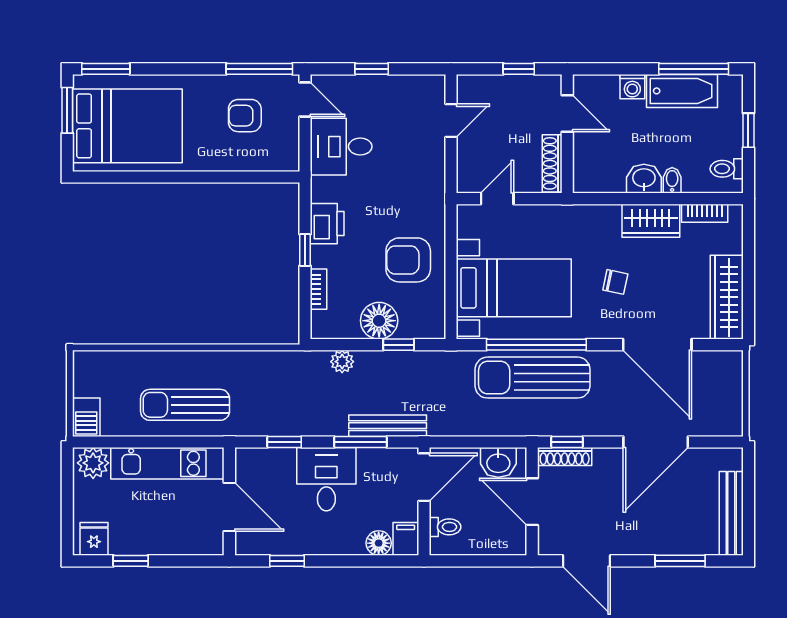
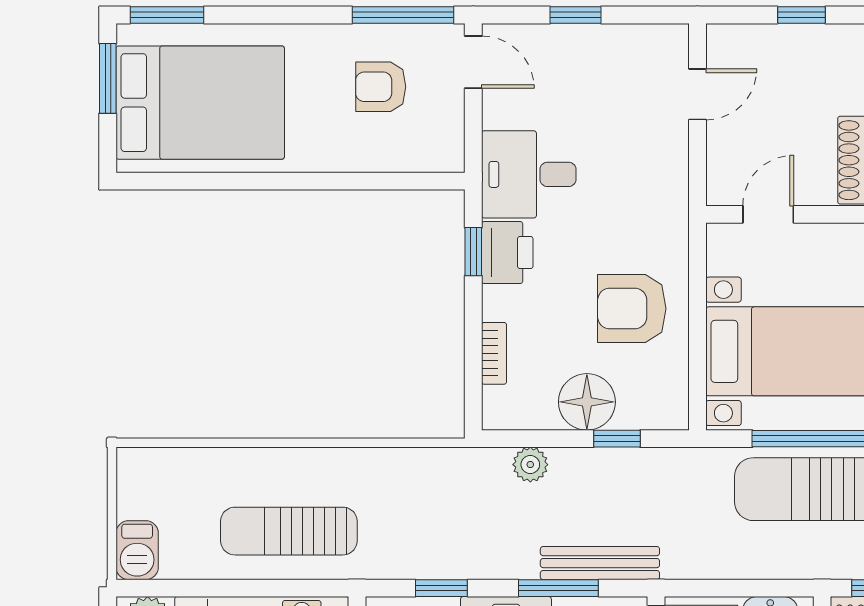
desk: (341, 147) -> (529, 174), moved
window: (305, 250) -> (473, 252), moved

